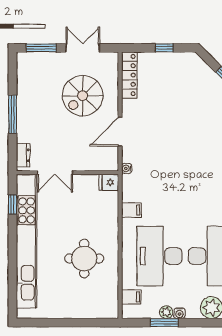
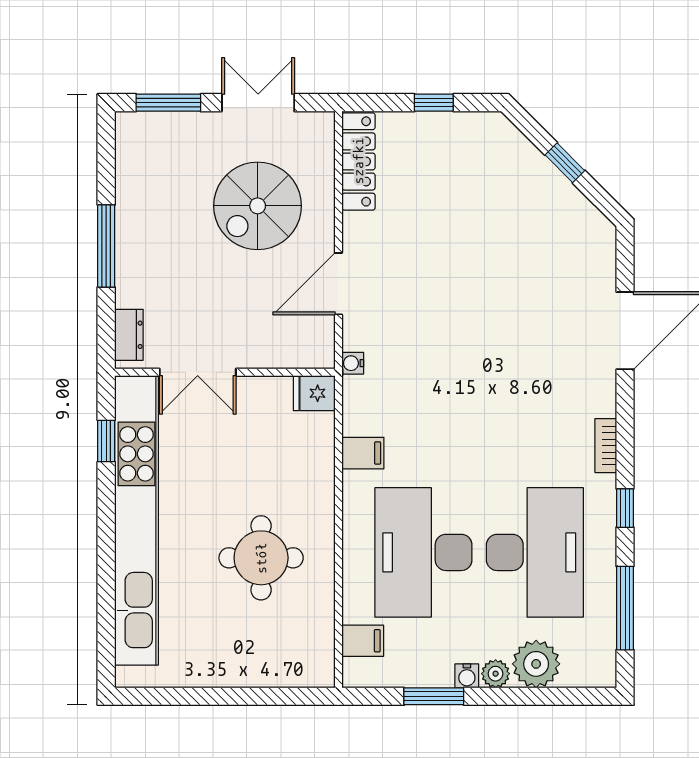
plant: (166, 312) -> (496, 674), moved

